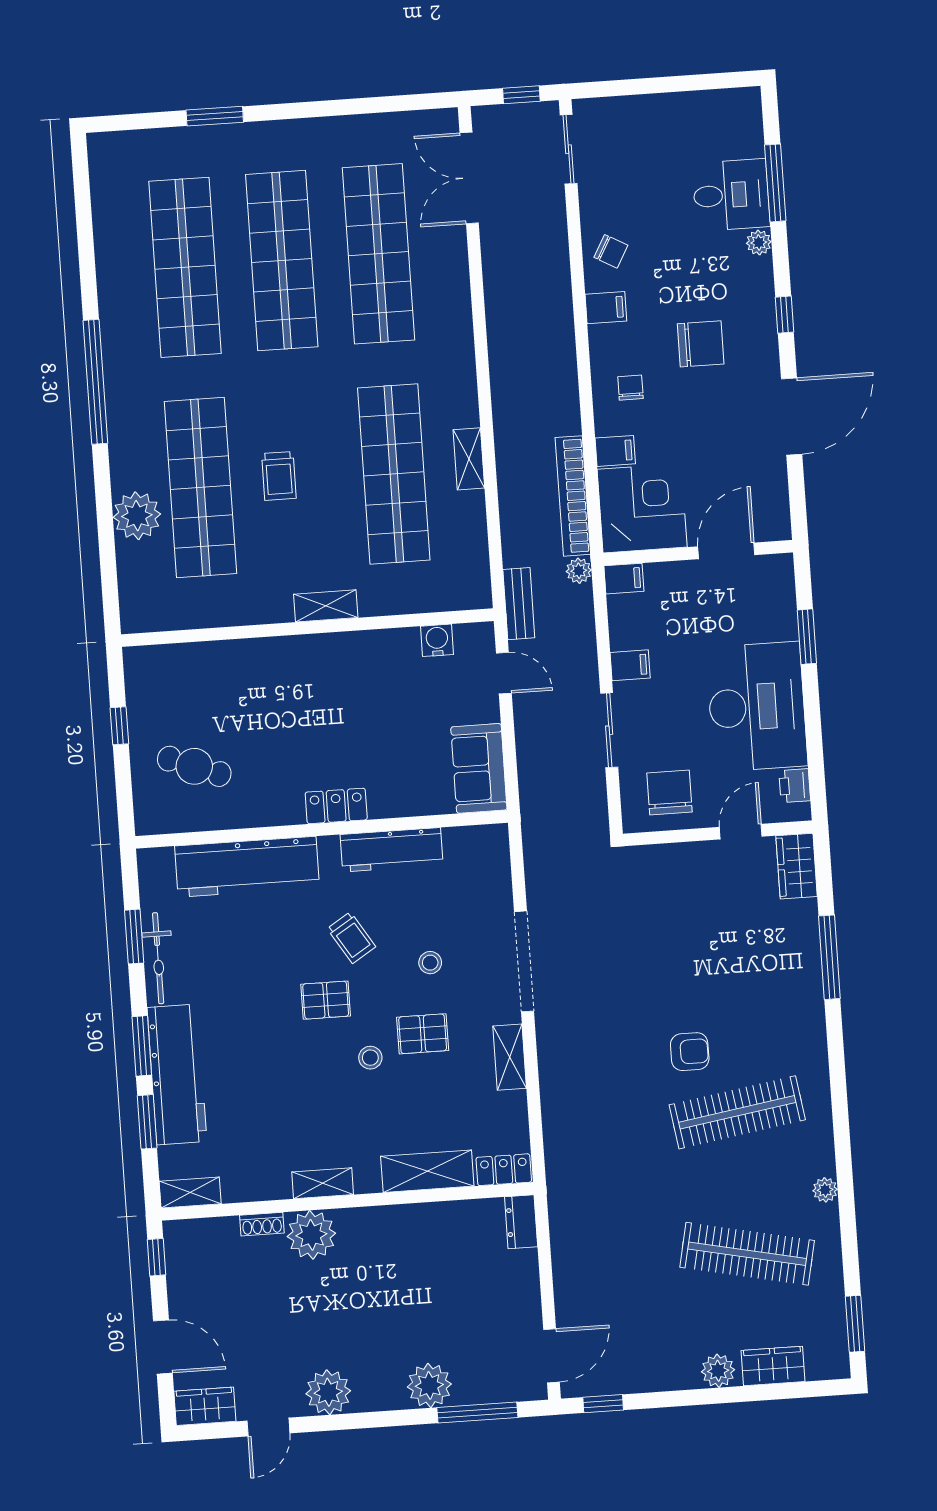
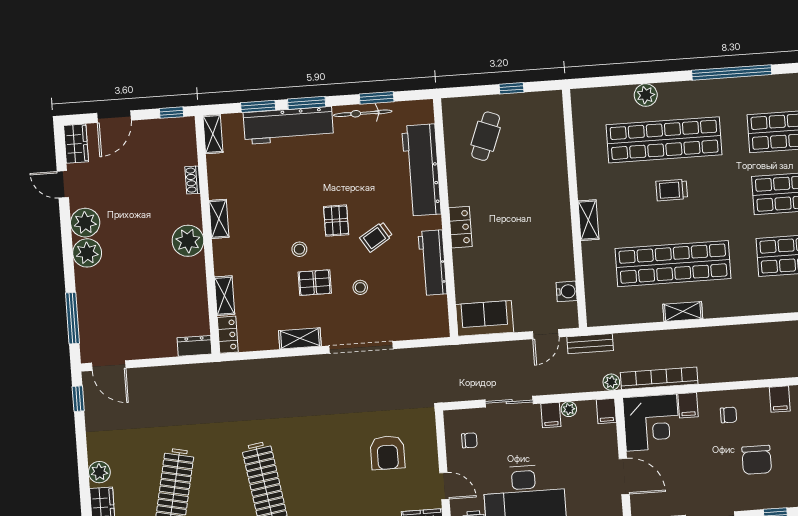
plant: (137, 516) -> (646, 95), width x0.73, depth x0.73
plant: (621, 637) -> (569, 409), added
chair: (669, 793) -> (469, 440), width x0.54, depth x0.54
pallet: (423, 1034) -> (315, 283), turned 90
armchair: (690, 1052) -> (387, 453), moved, width x1.38, depth x1.38
shelving: (427, 1171) -> (225, 296), width x0.67, depth x0.75
plant: (311, 1235) -> (188, 241), moved
plant: (429, 1385) -> (87, 253), moved

